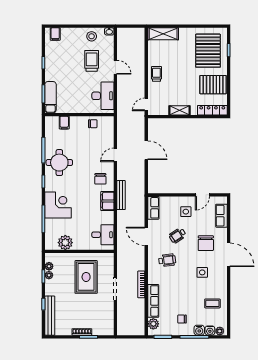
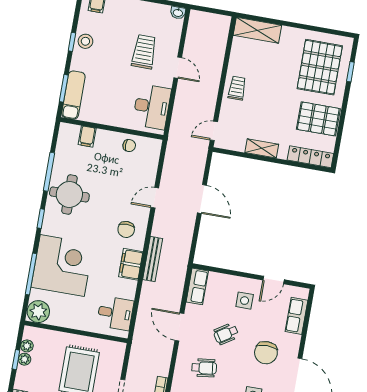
stool: (92, 36) -> (85, 41), moved
corner desk: (58, 205) -> (62, 266), width x1.36, depth x1.36
plant: (65, 243) -> (38, 312), moved

